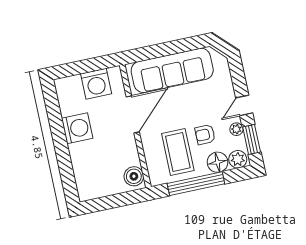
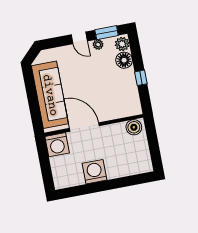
washing machine: (96, 84) -> (57, 145), moved, turned 90
armchair: (205, 135) -> (102, 70), removed
coffee table: (178, 152) -> (115, 92), removed
window: (196, 184) -> (141, 78), width x0.32

